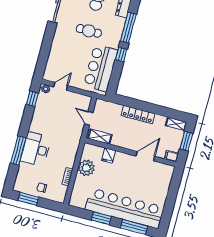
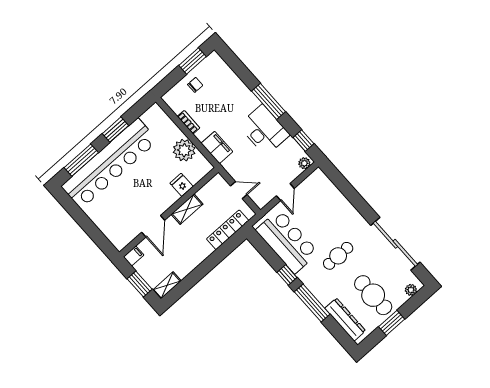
door: (61, 86) -> (285, 192), moved
locker: (138, 115) -> (228, 230), moved
shelving: (100, 137) -> (187, 209), moved
desk: (36, 149) -> (264, 130), moved
filing cabinet: (71, 149) -> (217, 147), added
window: (18, 151) -> (269, 101), moved

